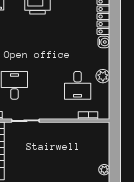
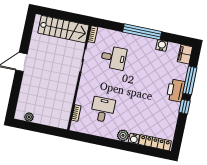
plant: (103, 76) -> (123, 135), moved
desk: (78, 85) -> (103, 110), turned 90

